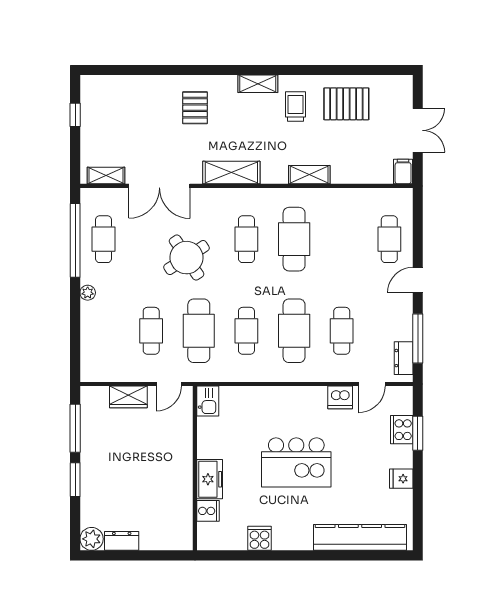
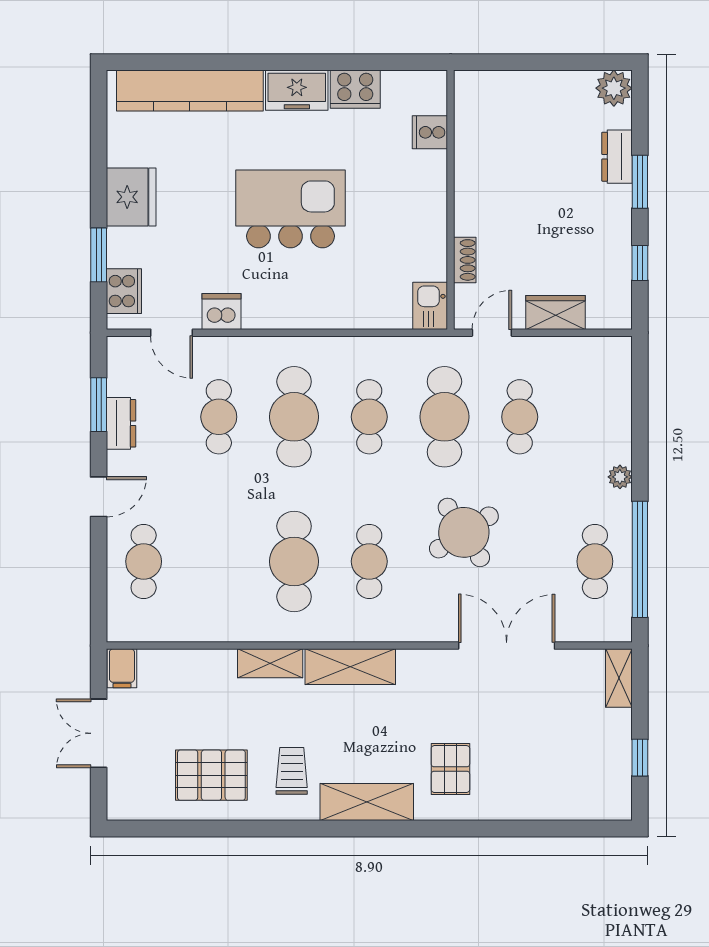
shelving: (258, 84) -> (367, 802), width x1.50, depth x1.33
trolley: (296, 107) -> (292, 771), turned 180
shelving: (231, 173) -> (350, 667), moved
shelving: (106, 176) -> (619, 678), moved, turned 90
window: (418, 338) -> (99, 405), width x0.69
dresser: (404, 358) -> (121, 423), moved
door: (372, 384) -> (172, 333), swing flipped
window: (75, 428) -> (640, 263), width x0.46
shoe rack: (186, 430) -> (465, 260), added
cooker: (402, 430) -> (124, 291), moved
freezer: (210, 479) -> (297, 90), moved, turned -90
fridge: (401, 479) -> (131, 197), width x1.88, depth x1.34
cooker: (260, 538) -> (355, 89), width x1.36
dresser: (122, 541) -> (617, 157), moved, turned 90

